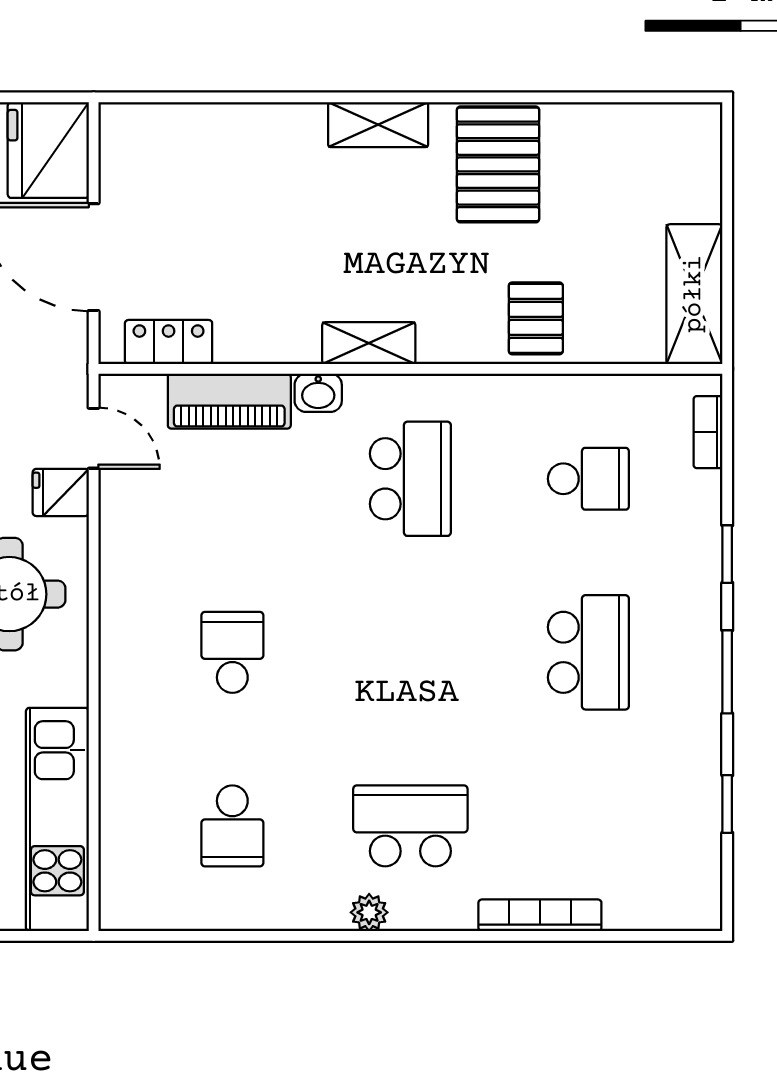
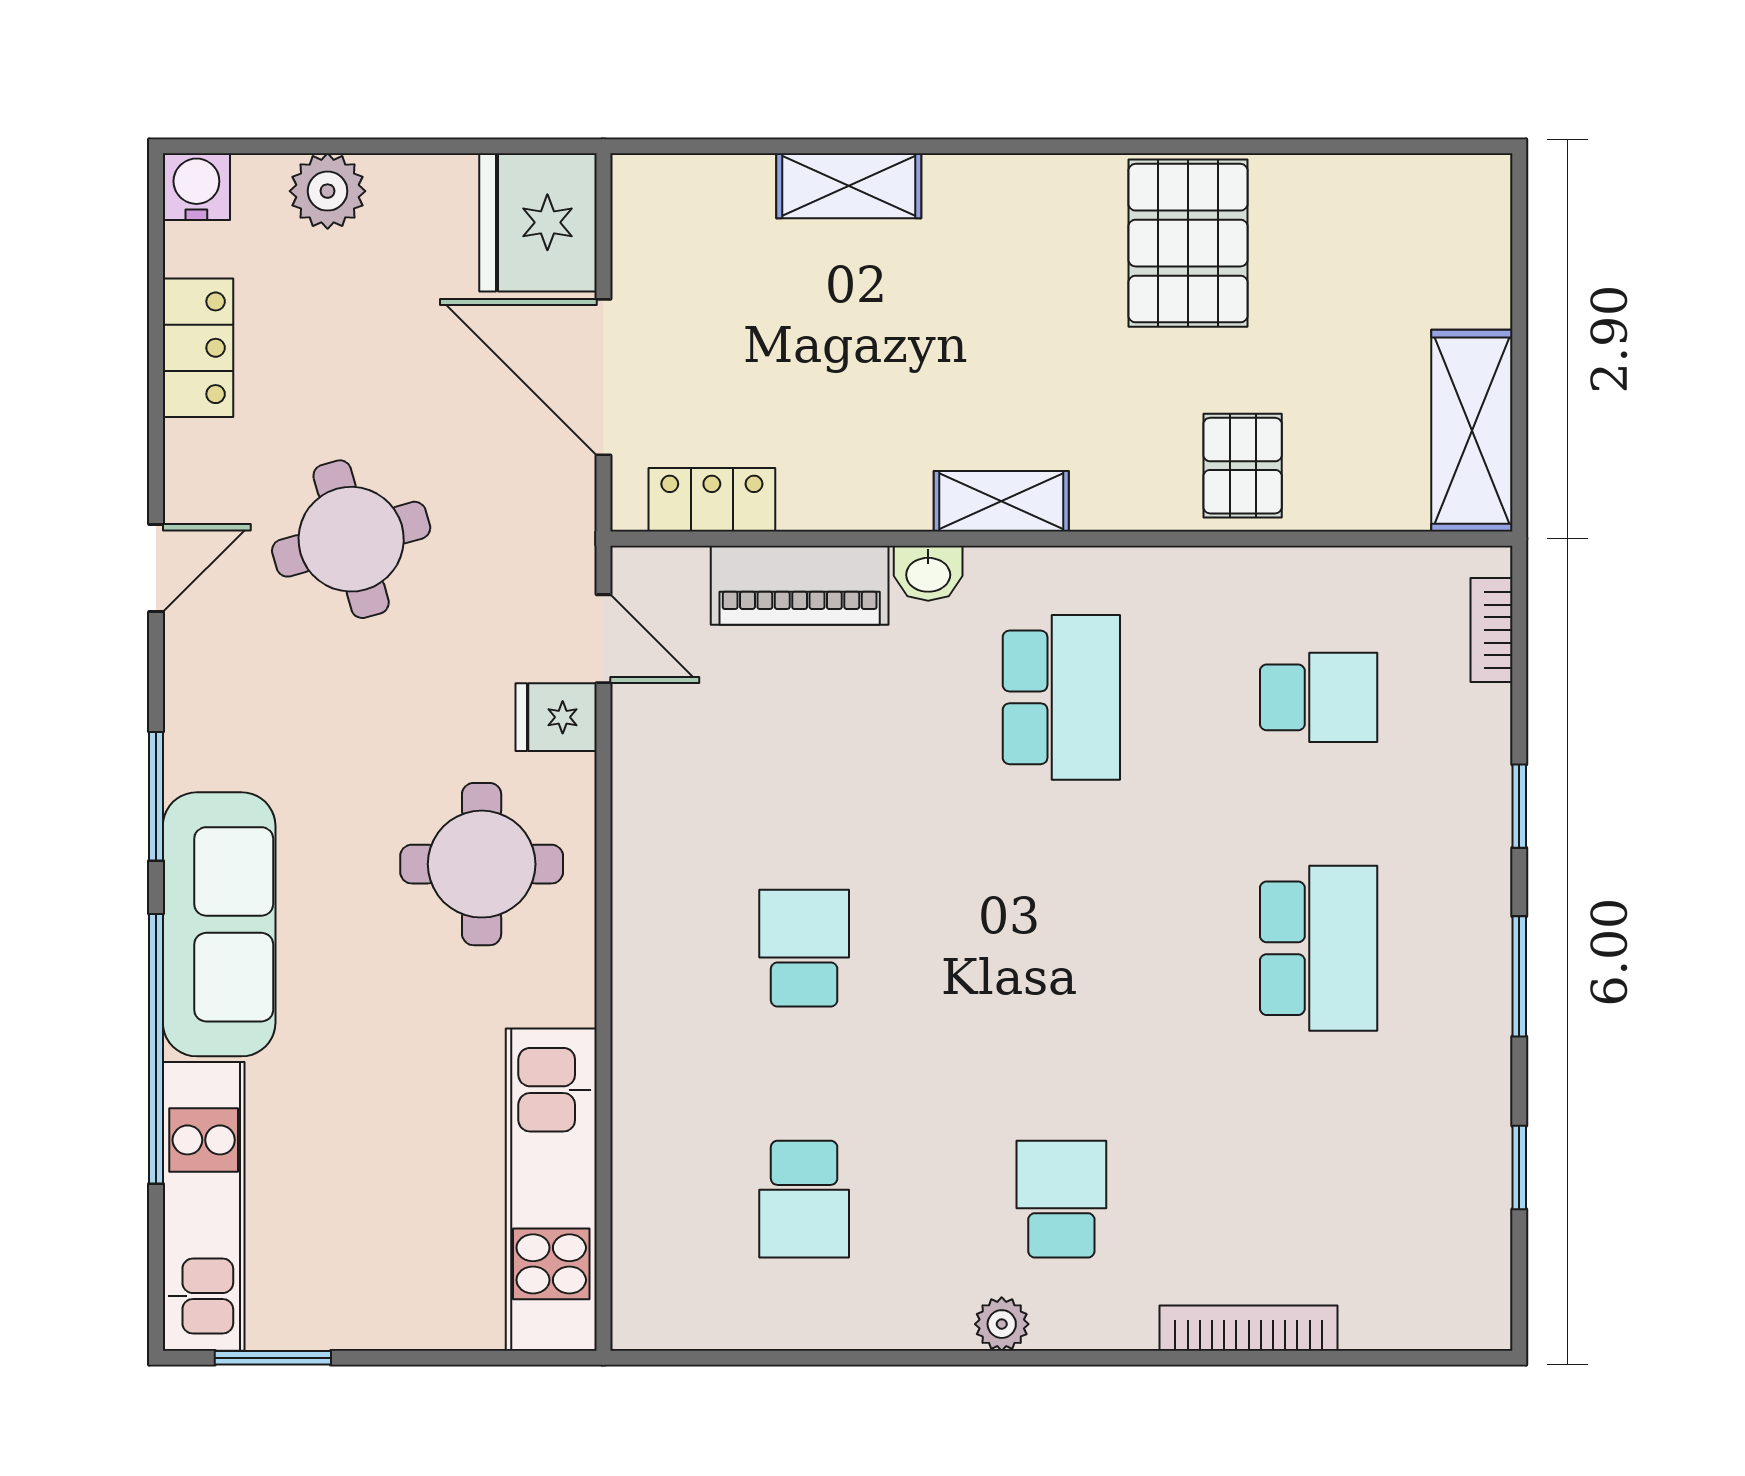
shelving: (378, 125) -> (849, 186), moved
school desk: (410, 826) -> (1061, 1199), width x0.54

